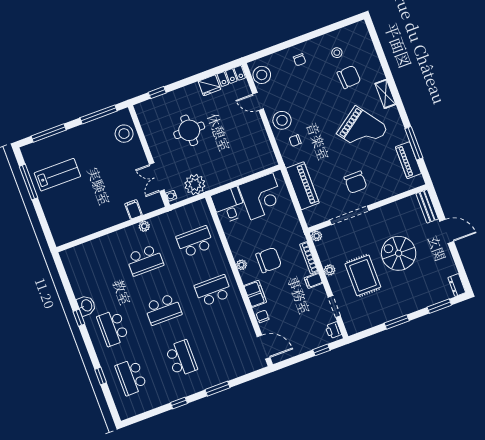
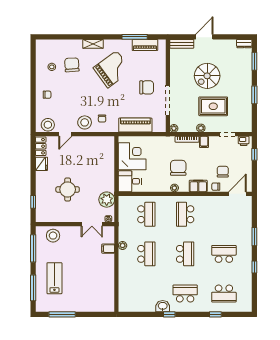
lab bench: (57, 175) -> (54, 278), moved
school desk: (195, 242) -> (146, 214), turned 180
chair: (285, 318) -> (223, 172), added
school desk: (113, 328) -> (185, 294), turned 180

